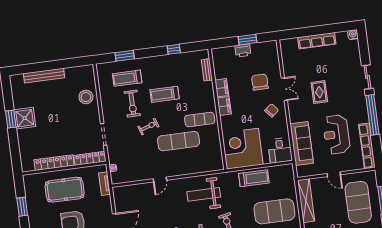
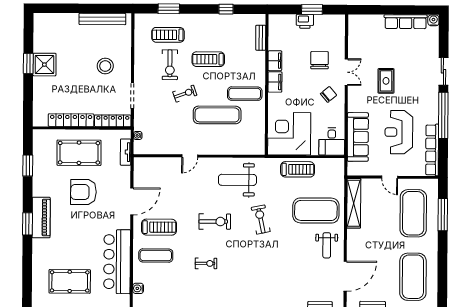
row of seats: (317, 41) -> (406, 22), moved
bench: (44, 76) -> (102, 19), moved
stool: (86, 97) -> (105, 66), moved

